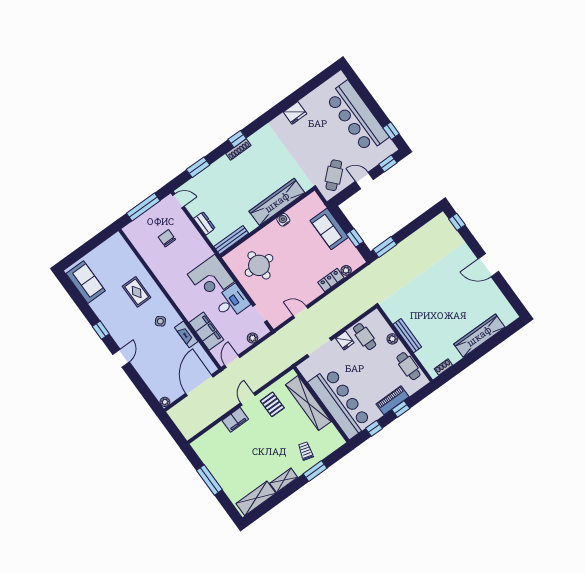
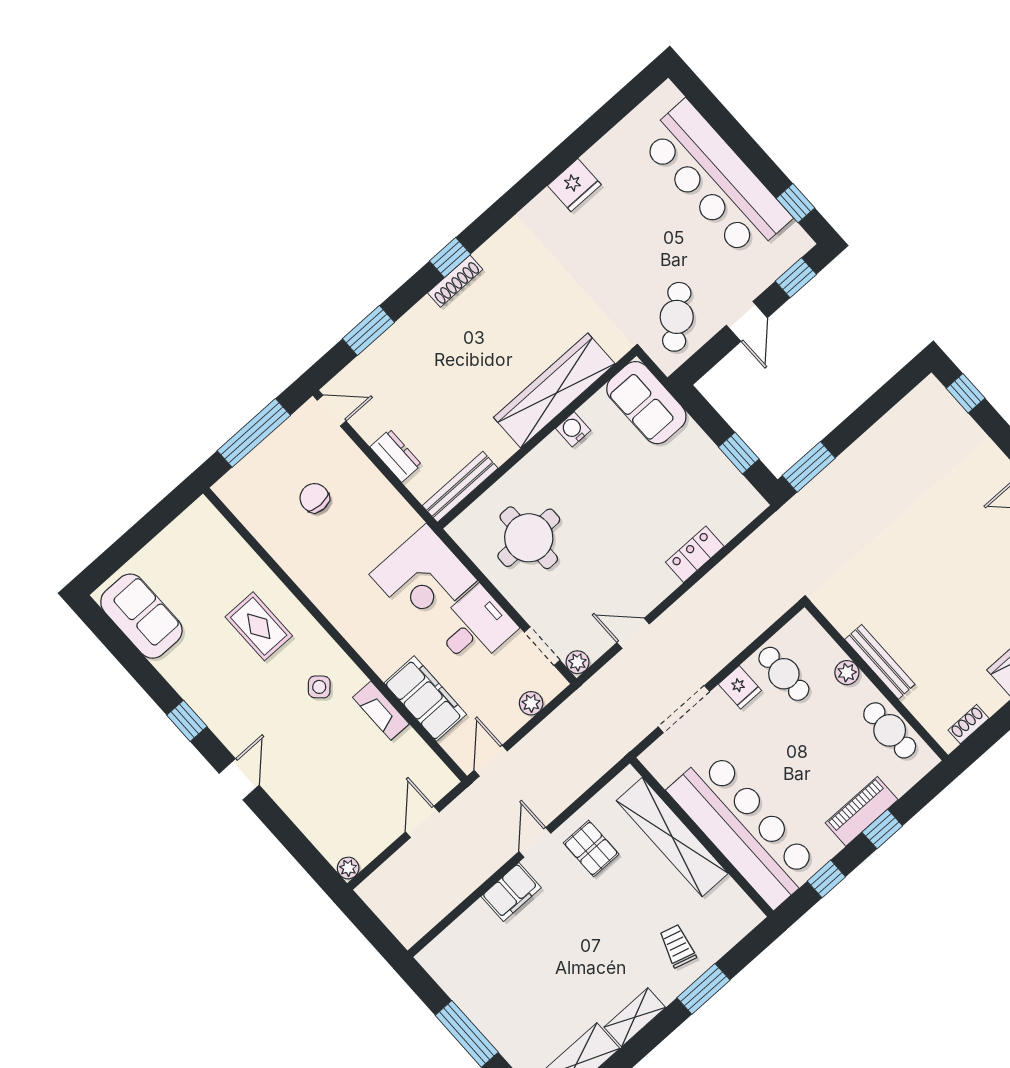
door: (364, 180) -> (747, 321), swing flipped
sofa: (329, 229) -> (646, 403), moved
plant: (346, 270) -> (578, 662), moved
door: (199, 385) -> (422, 822), width x0.53

